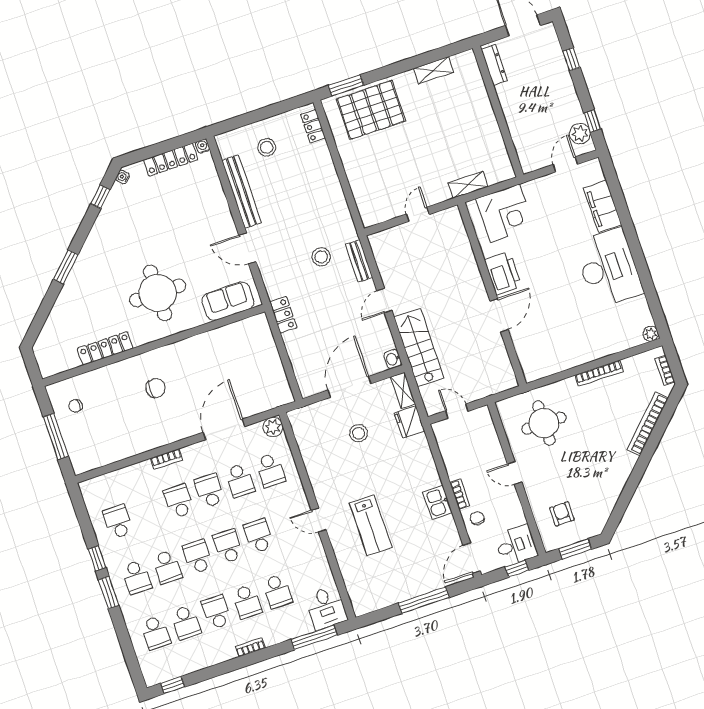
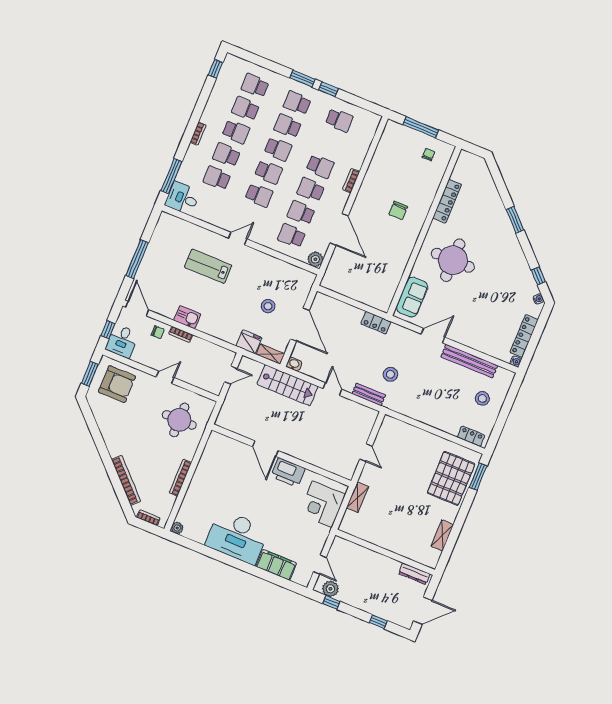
school desk: (209, 491) -> (311, 190), turned 180
armchair: (562, 514) -> (117, 384), width x1.88, depth x1.88

